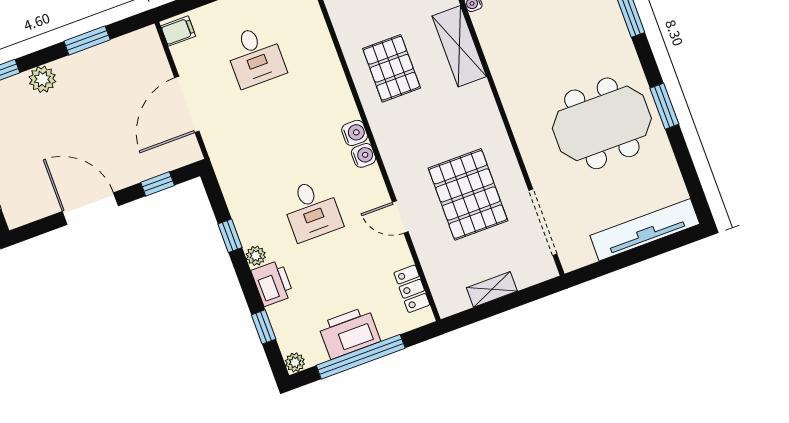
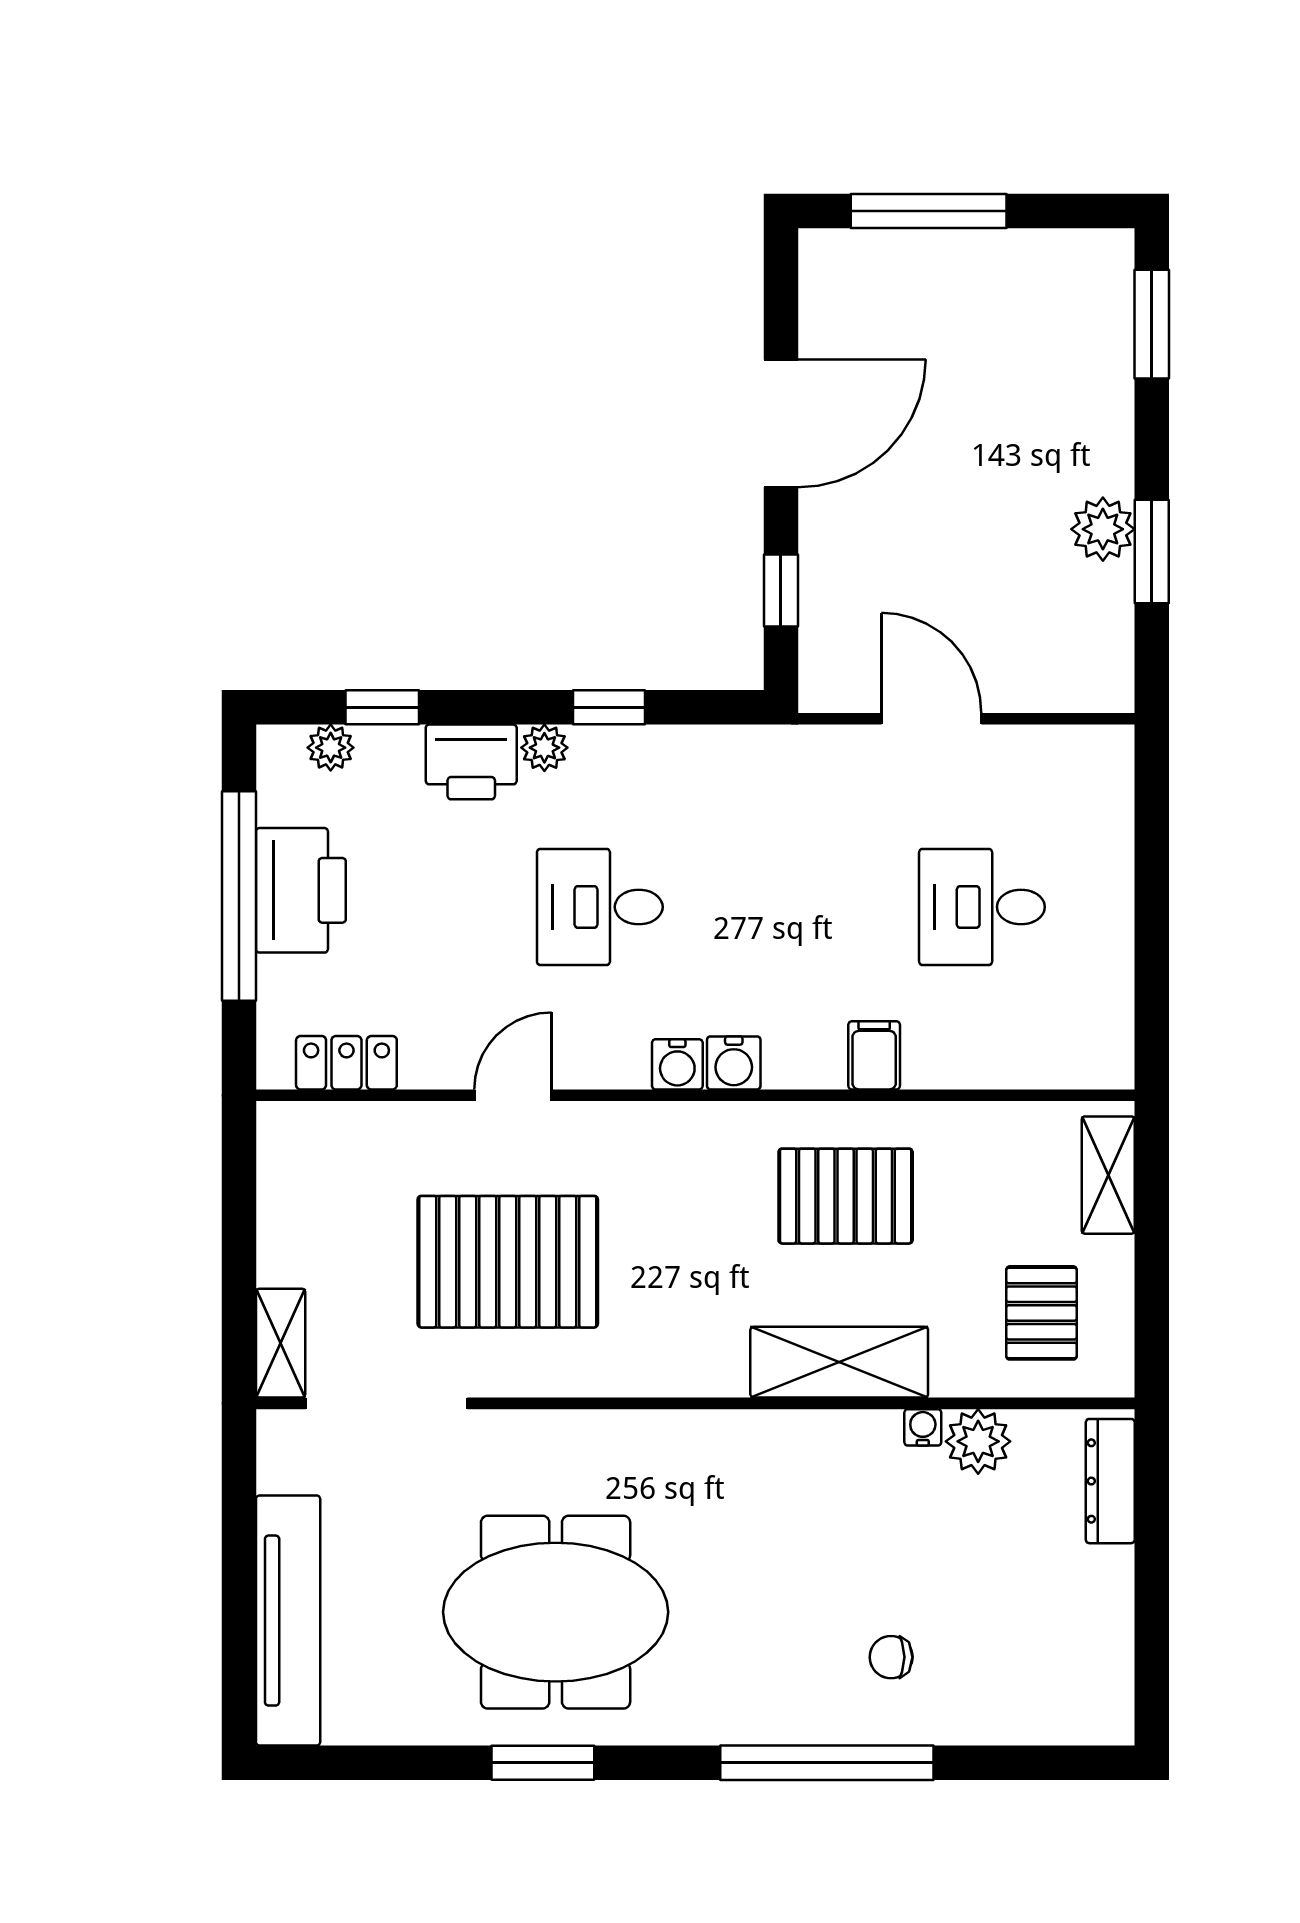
filing cabinet: (178, 31) -> (874, 1055), moved, turned 180
plant: (42, 79) -> (1103, 529), moved
door: (187, 104) -> (931, 719), width x0.73
meeting table: (602, 123) -> (556, 1612), turned 90
shelving: (492, 289) -> (281, 1343), moved
plant: (295, 362) -> (331, 748), moved

